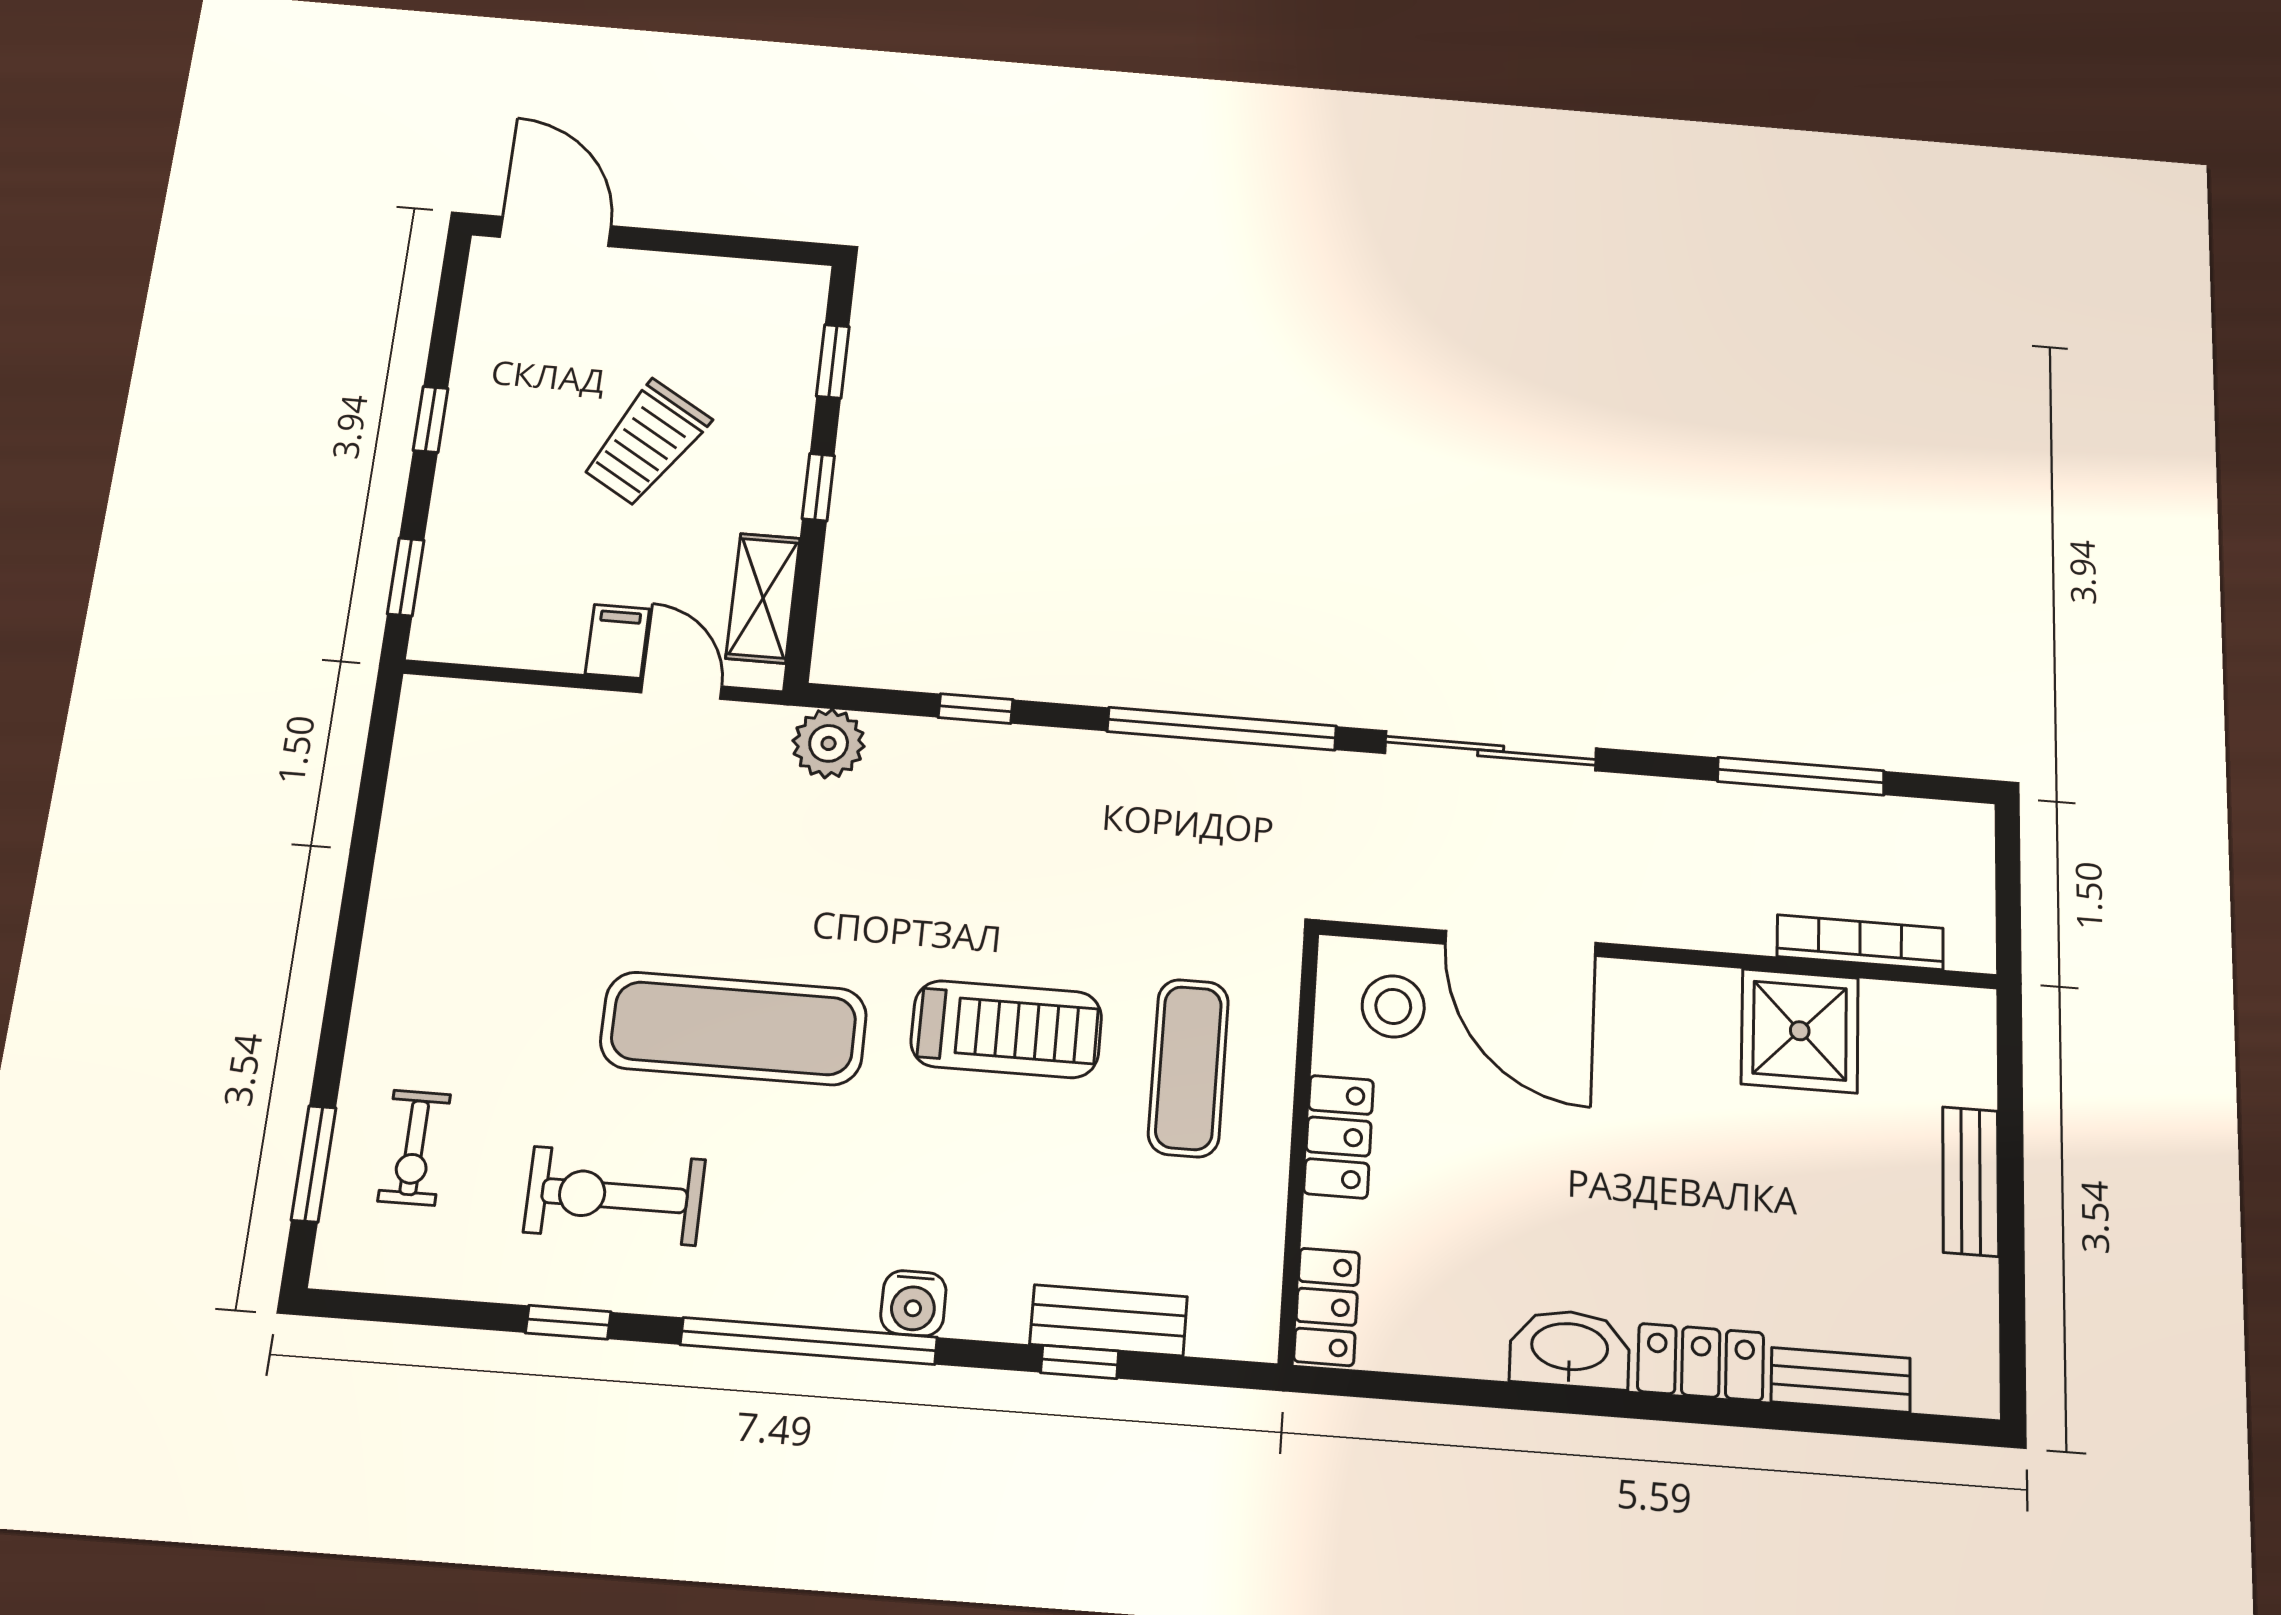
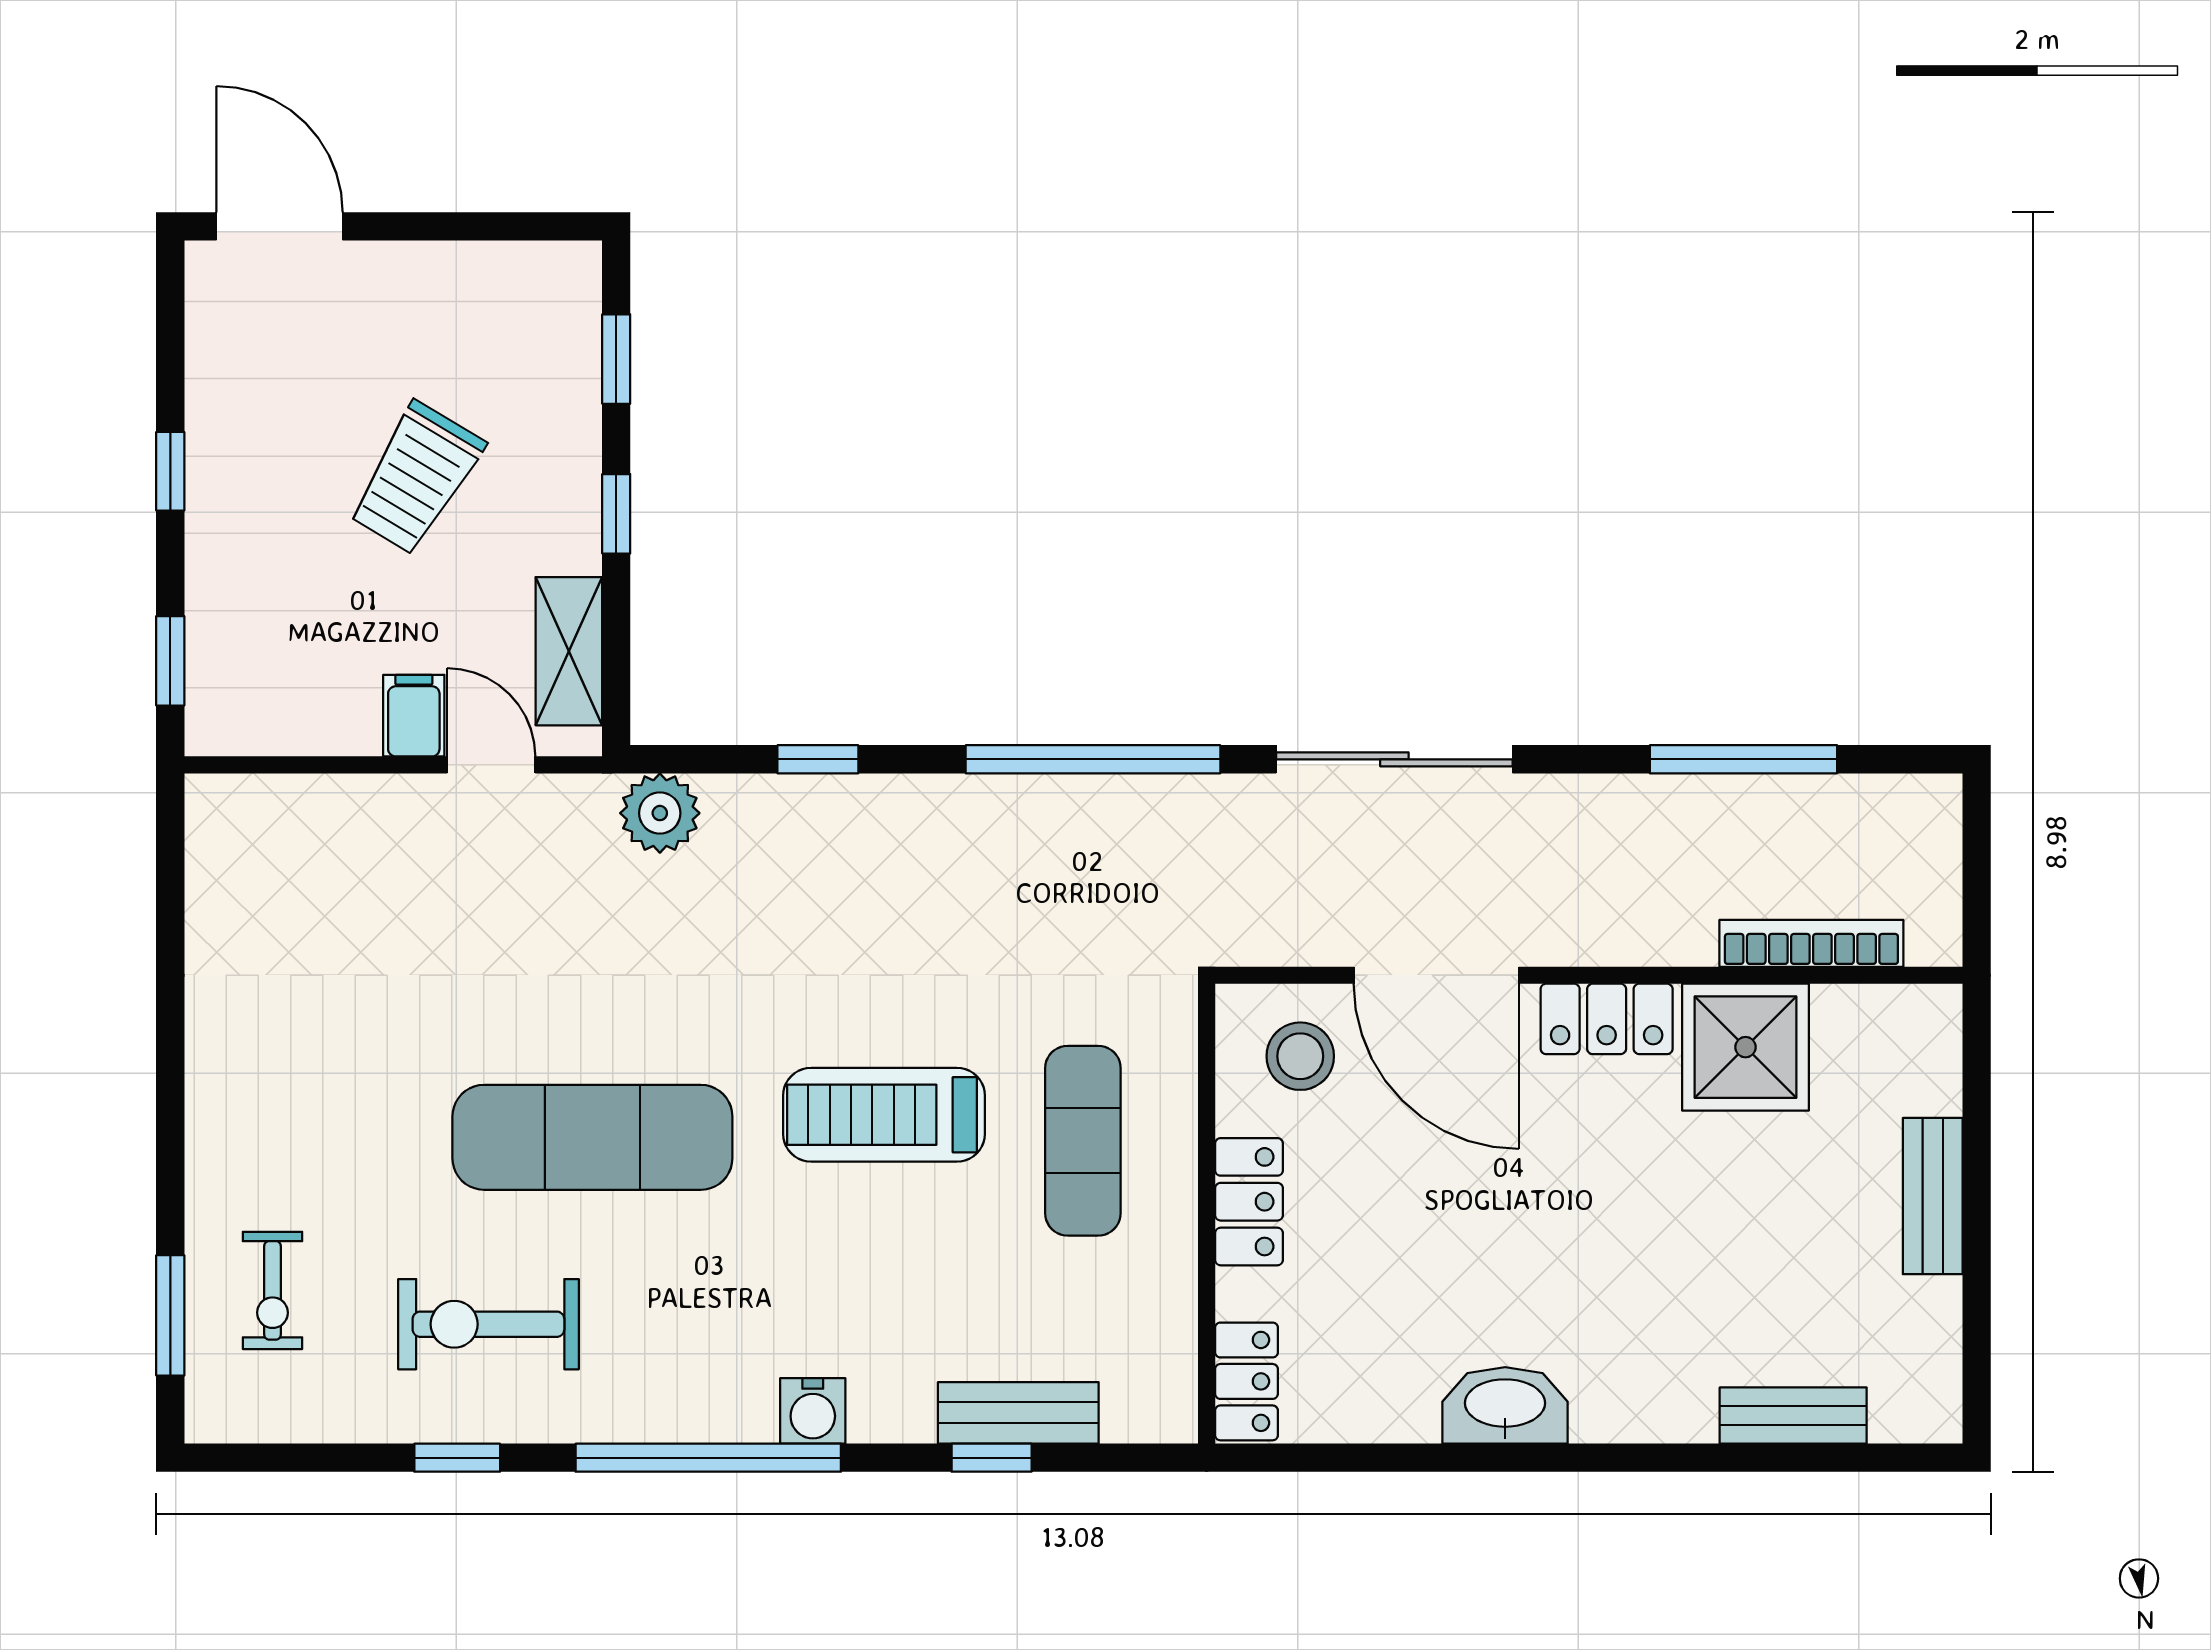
treadmill: (1006, 1029) -> (884, 1115), turned 180
locker: (1701, 1362) -> (1607, 1019), moved, turned 180

